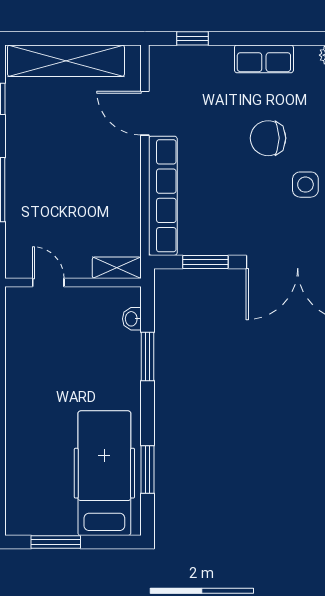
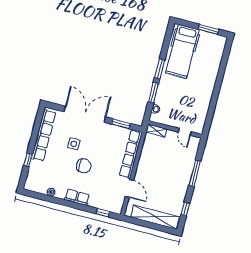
window: (147, 470) -> (160, 69), moved

